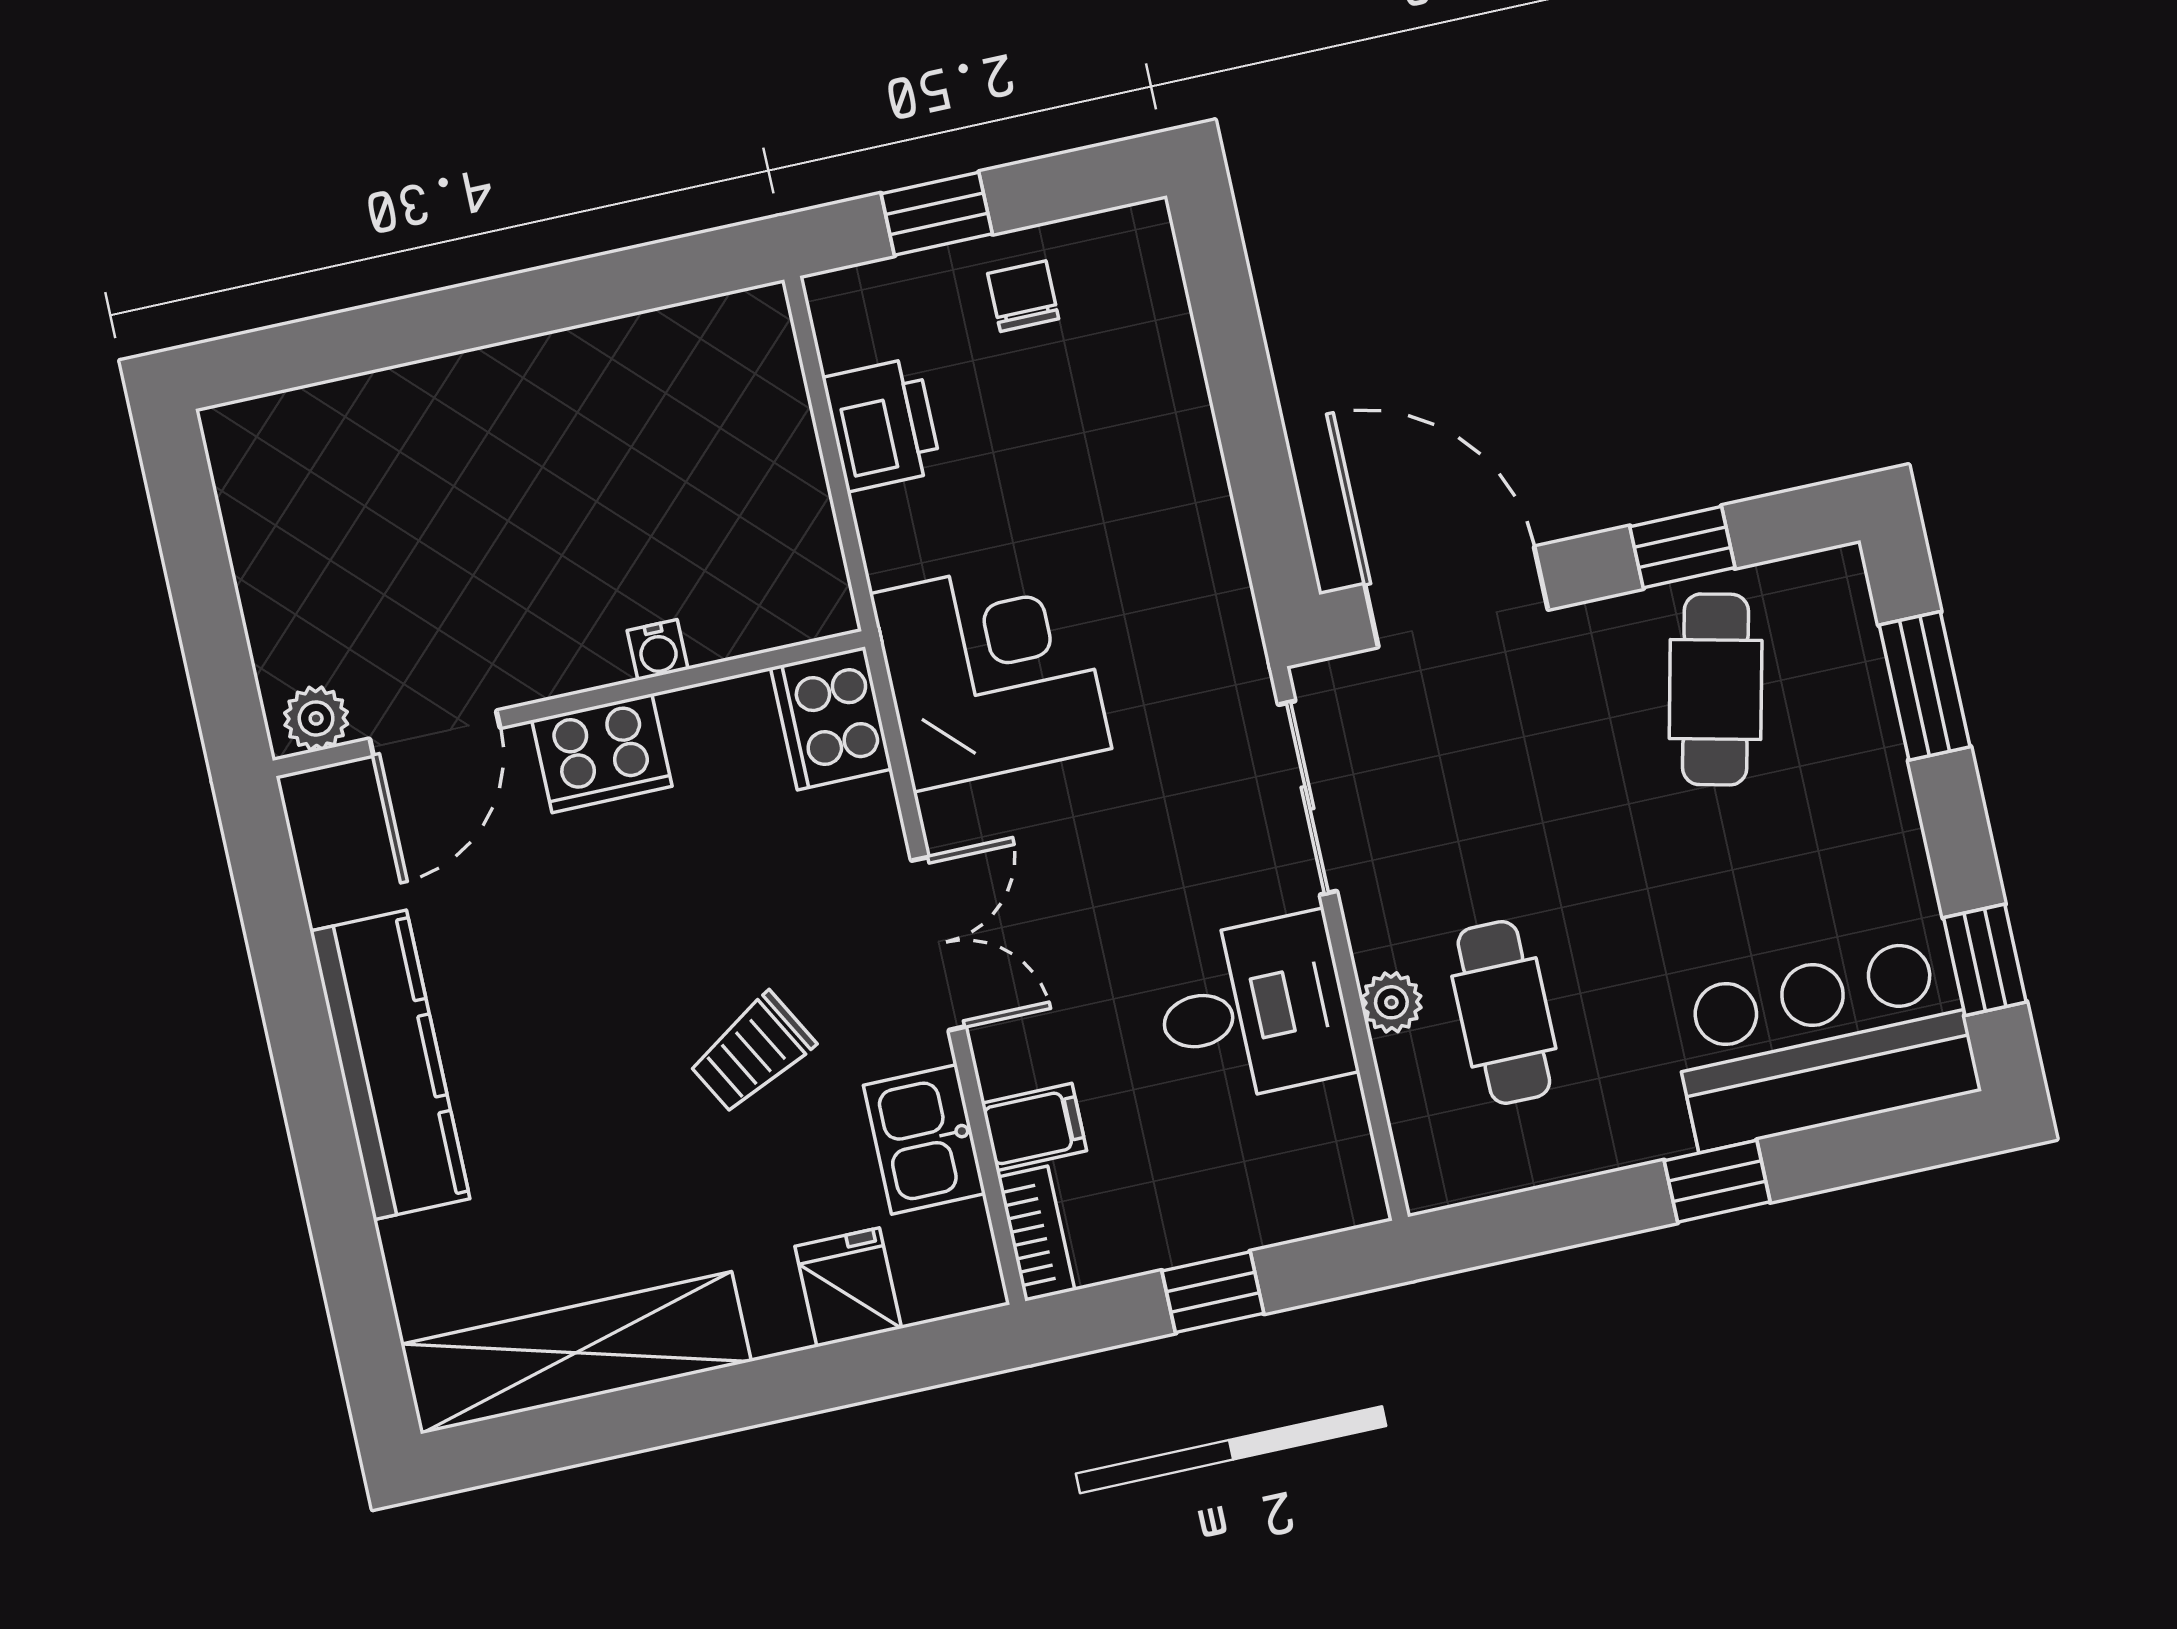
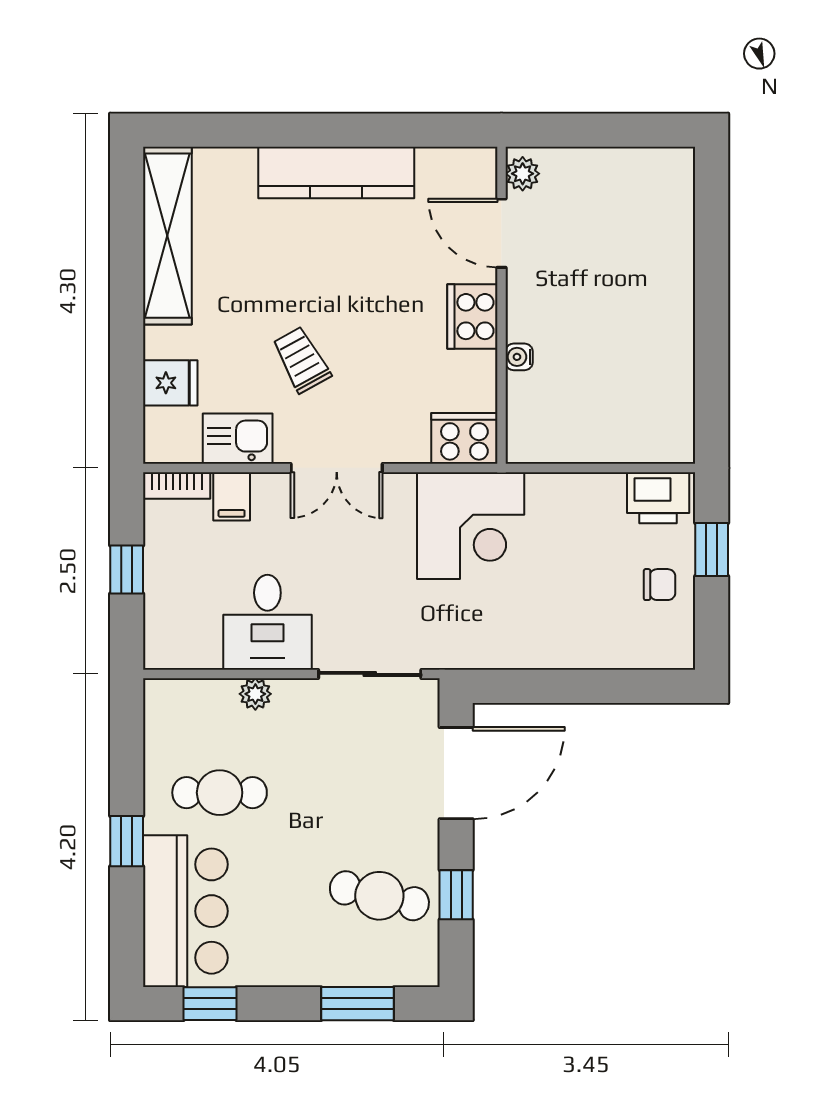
printer: (882, 424) -> (658, 498), moved
cafe table: (1504, 1012) -> (220, 793), moved

